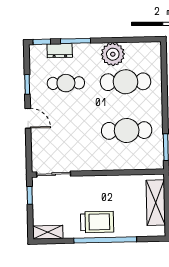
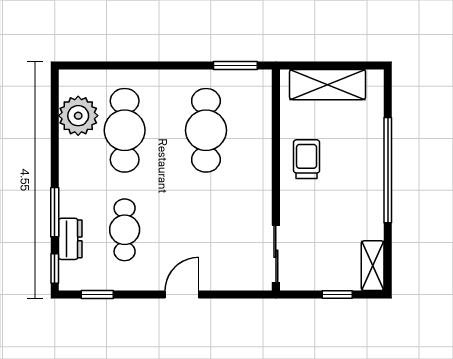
plant: (113, 54) -> (78, 116), moved
window: (27, 84) -> (97, 295), moved
window: (30, 195) -> (337, 295), moved
trolley: (97, 222) -> (307, 159), moved, width x0.73, depth x0.72

